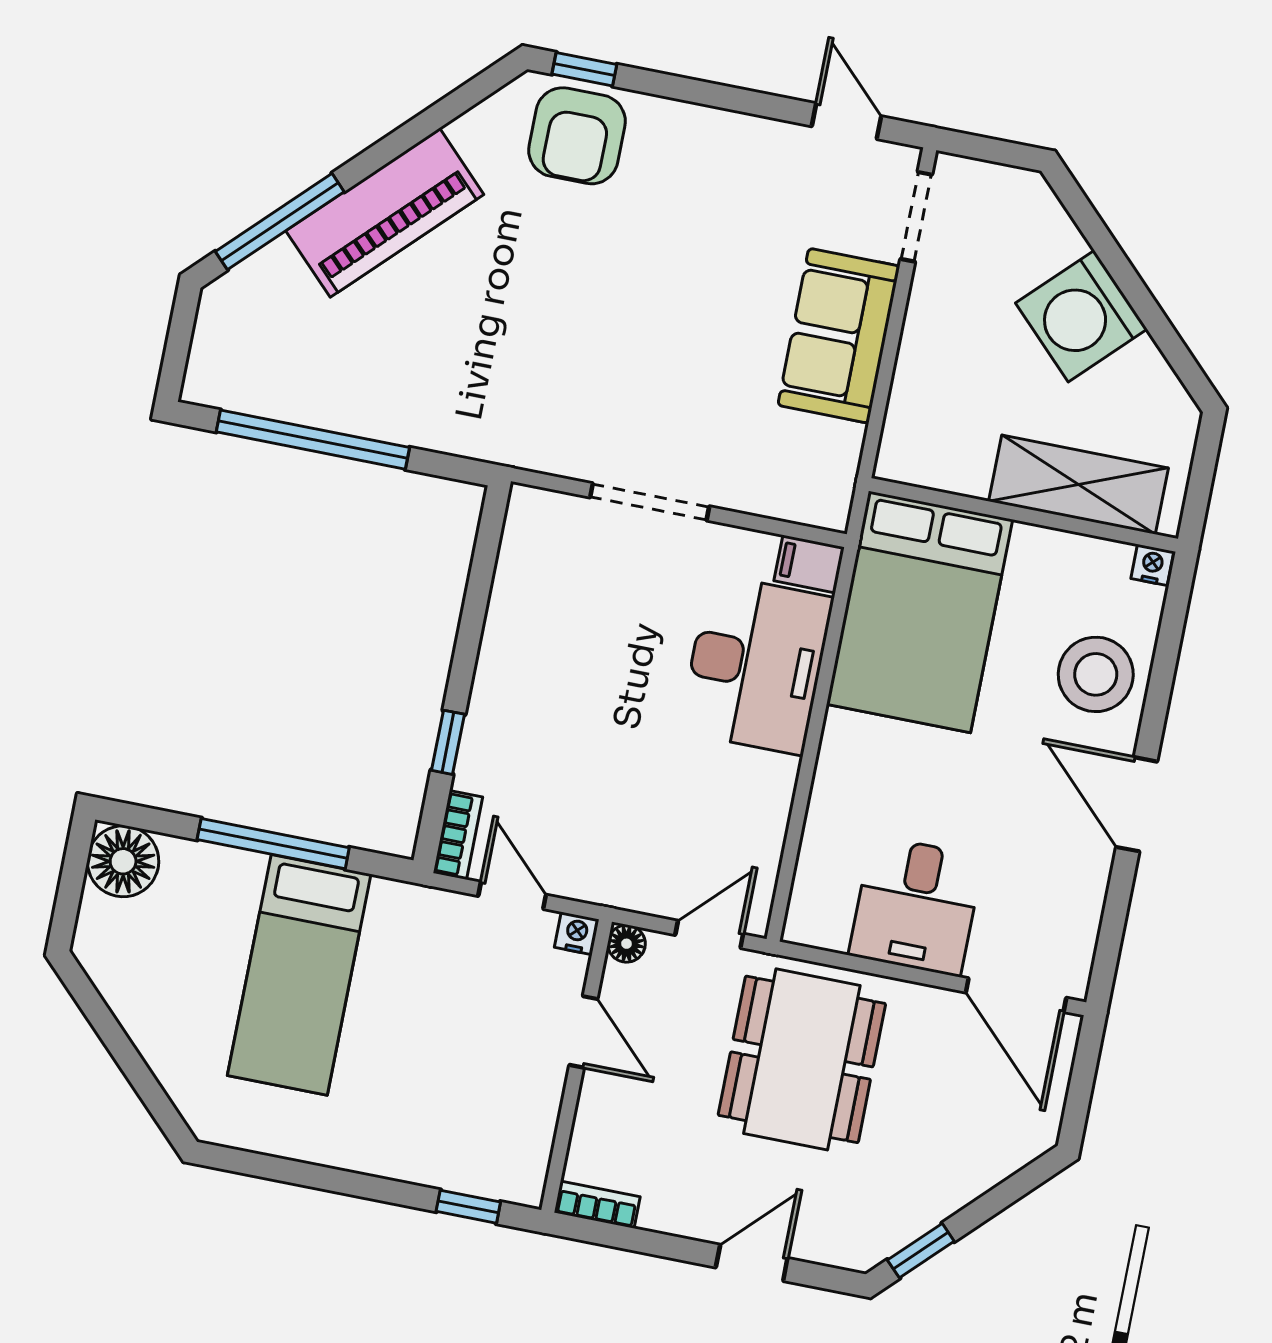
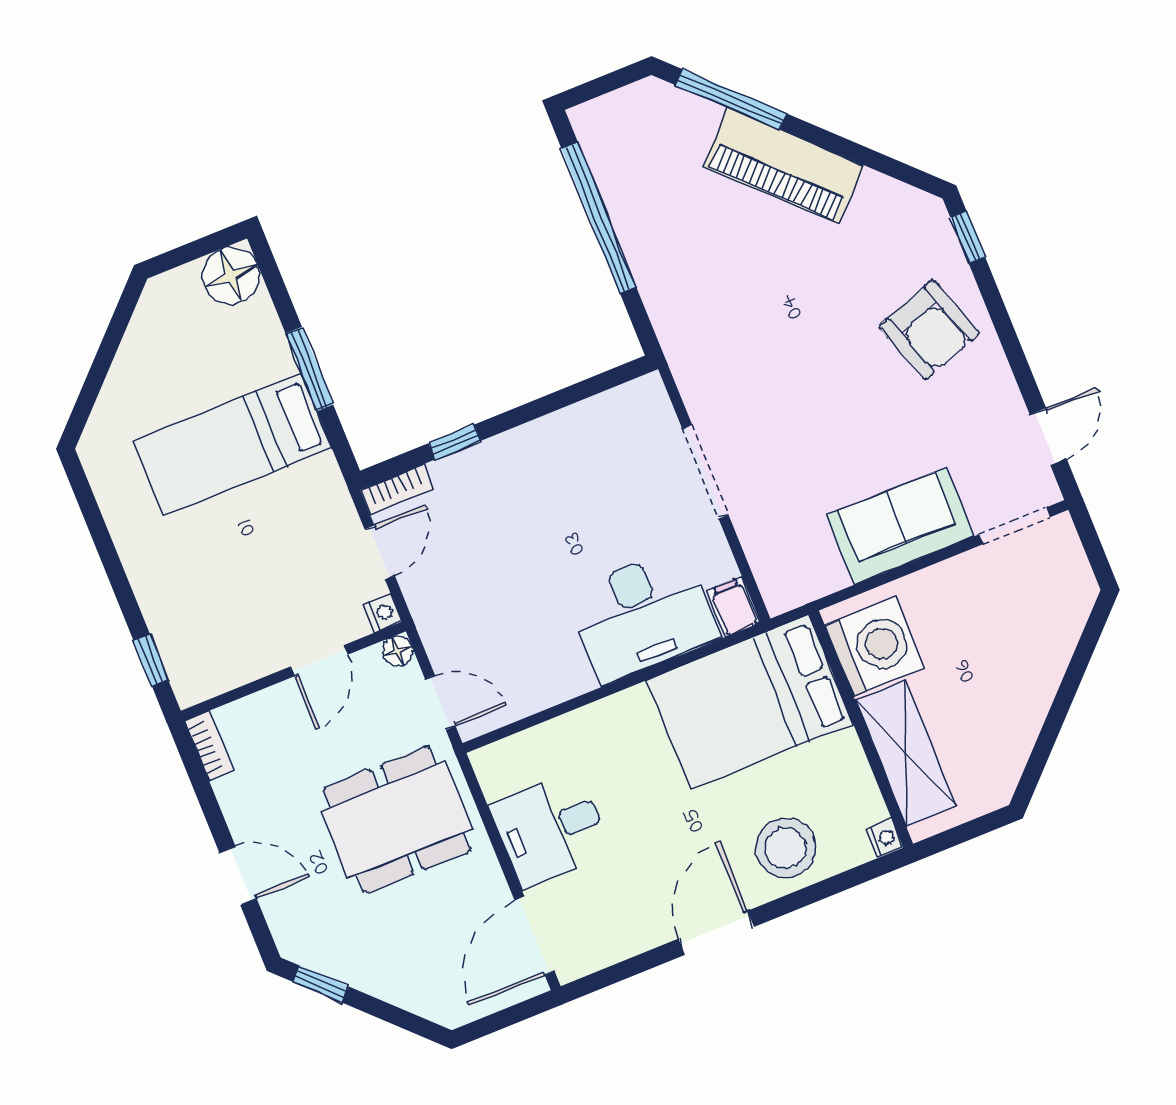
armchair: (577, 136) -> (929, 330), moved, turned -109
washing machine: (1081, 316) -> (875, 647), moved, turned 135
window: (273, 844) -> (309, 369), width x0.69

